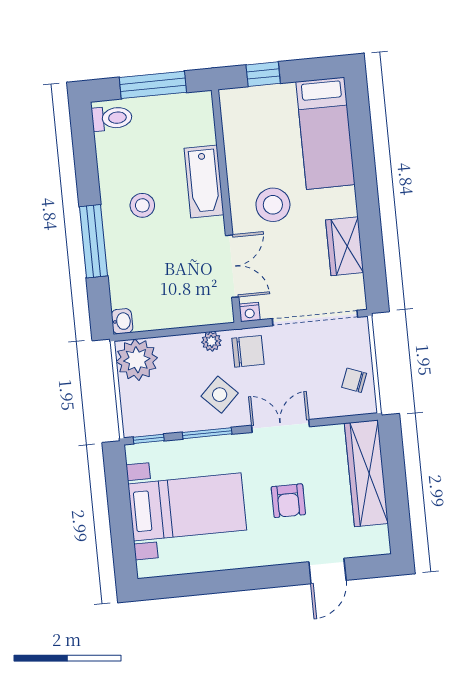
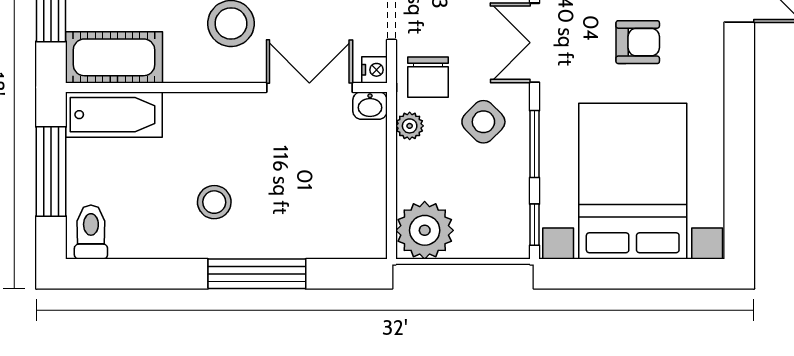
cot: (240, 122) -> (114, 57), added
bathtub: (204, 182) -> (114, 115), moved
washbasin: (122, 321) -> (370, 106), moved, turned 180
chair: (248, 351) -> (428, 77), turned 180
bed with nightstands: (187, 507) -> (633, 181), width x1.36

